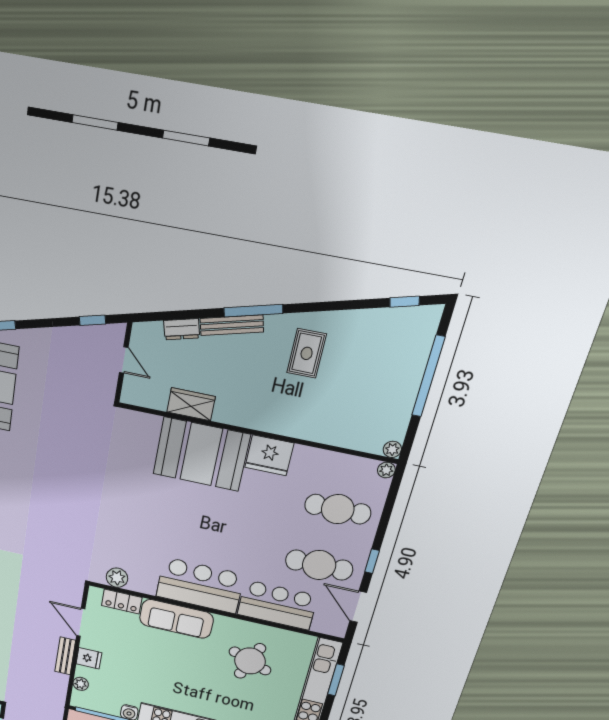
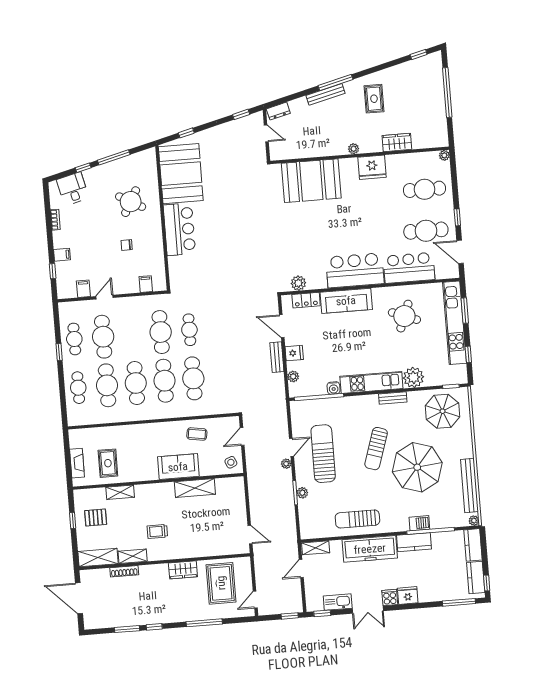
dresser: (182, 329) -> (278, 111), moved
wardrobe: (191, 404) -> (397, 142), moved
plant: (392, 449) -> (354, 149), moved
booth: (201, 454) -> (311, 181), moved

